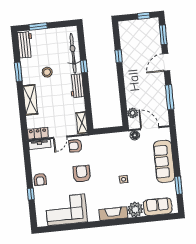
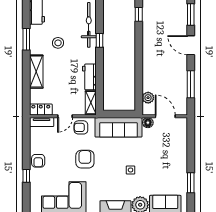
window: (119, 56) -> (139, 14), moved
door: (166, 62) -> (191, 45), hinge flipped
workbench: (77, 86) -> (89, 77), moved
sofa: (164, 161) -> (118, 127), moved, turned -90

